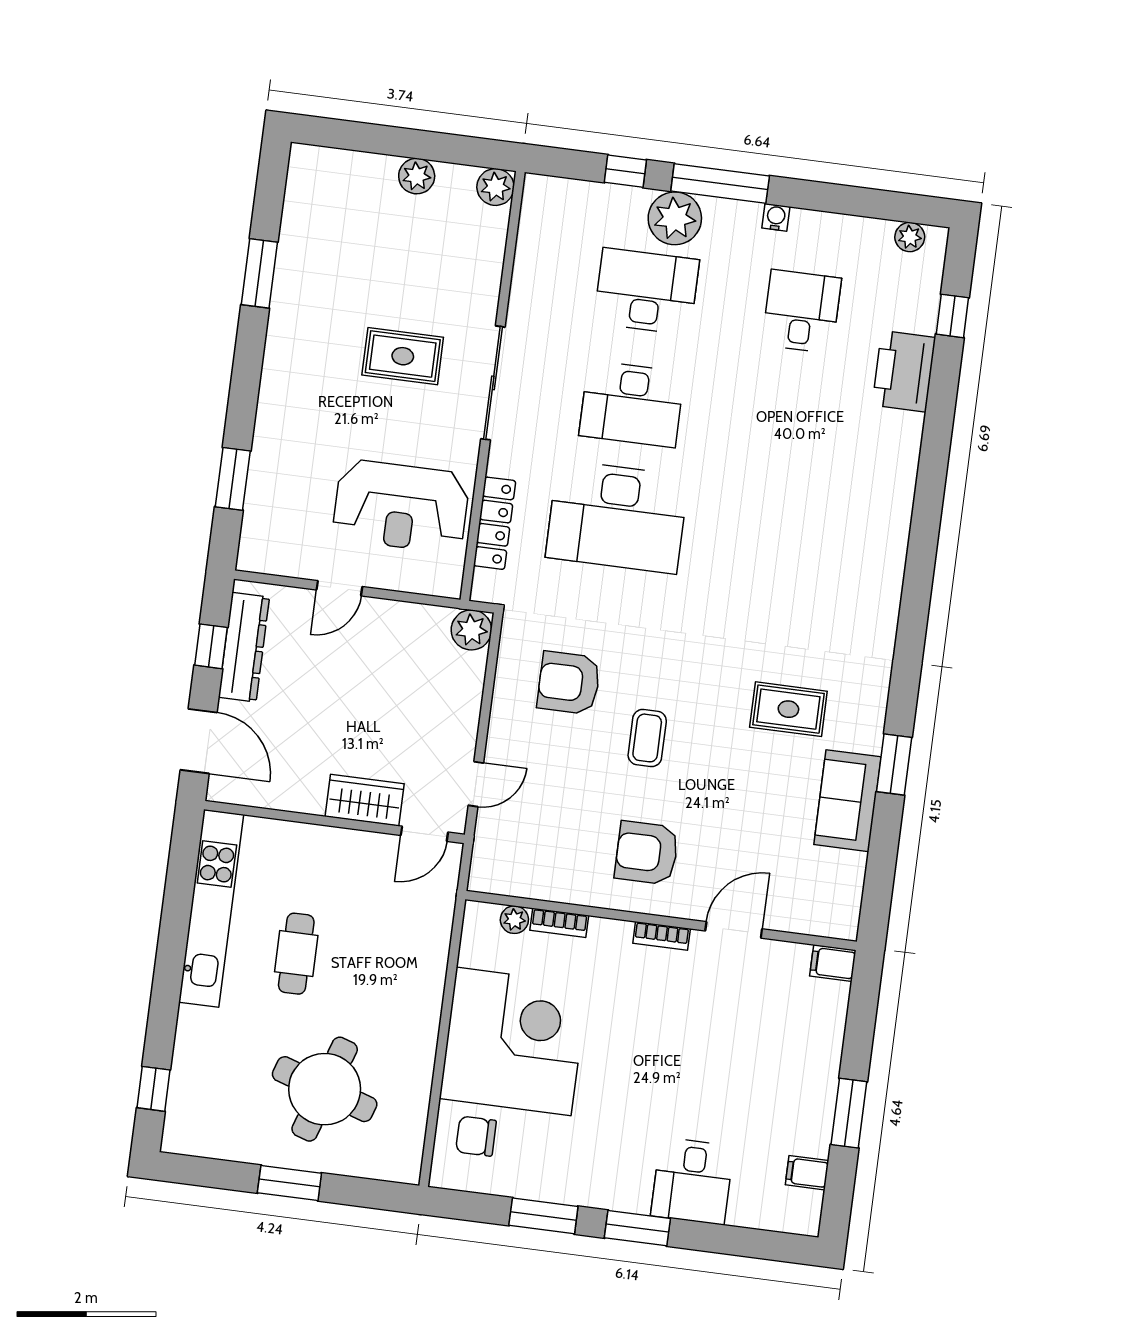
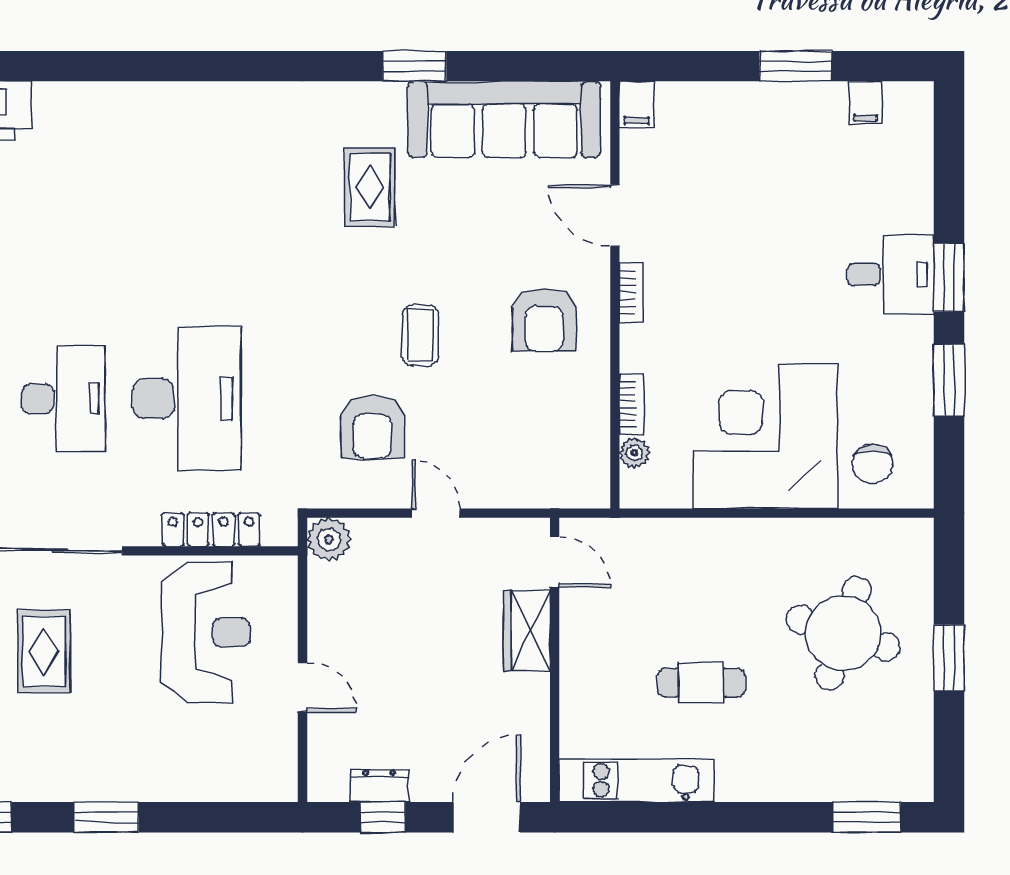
window: (233, 479) -> (106, 817), moved
dresser: (244, 647) -> (379, 786), width x0.51, depth x0.80
coffee table: (647, 738) -> (421, 335), turned 90
door: (476, 784) -> (436, 513), moved
sofa: (847, 801) -> (504, 119), width x1.85, depth x1.27
kitchen unit: (211, 908) -> (637, 780), width x0.73
window: (154, 1089) -> (867, 817), width x1.50
desk: (692, 1181) -> (891, 274), moved

